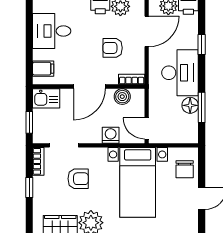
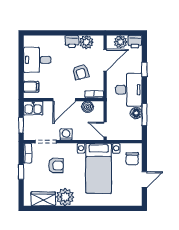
armchair: (113, 48) -> (81, 72), turned -105
washing machine: (111, 135) -> (66, 134), moved

